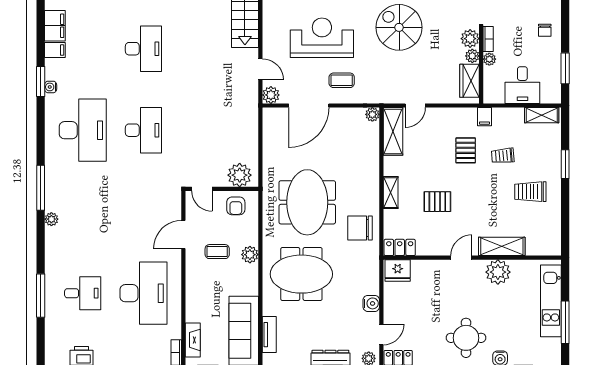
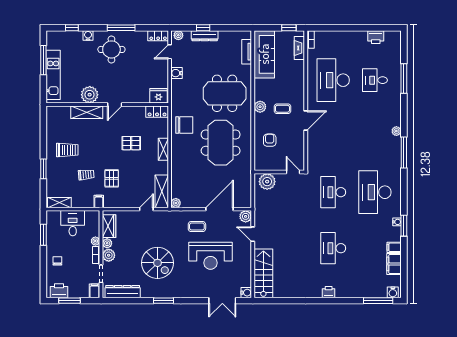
plant: (240, 175) -> (267, 182), moved
door: (202, 189) -> (293, 172), moved
wall: (222, 189) -> (279, 172), moved

